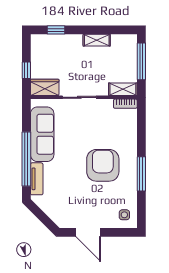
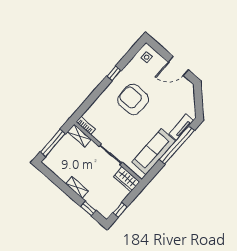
shelving: (97, 40) -> (77, 187), moved
window: (26, 70) -> (120, 210), moved
armchair: (103, 165) -> (133, 99), turned 90
window: (141, 174) -> (114, 73), width x0.46
door: (88, 232) -> (178, 66), swing flipped

